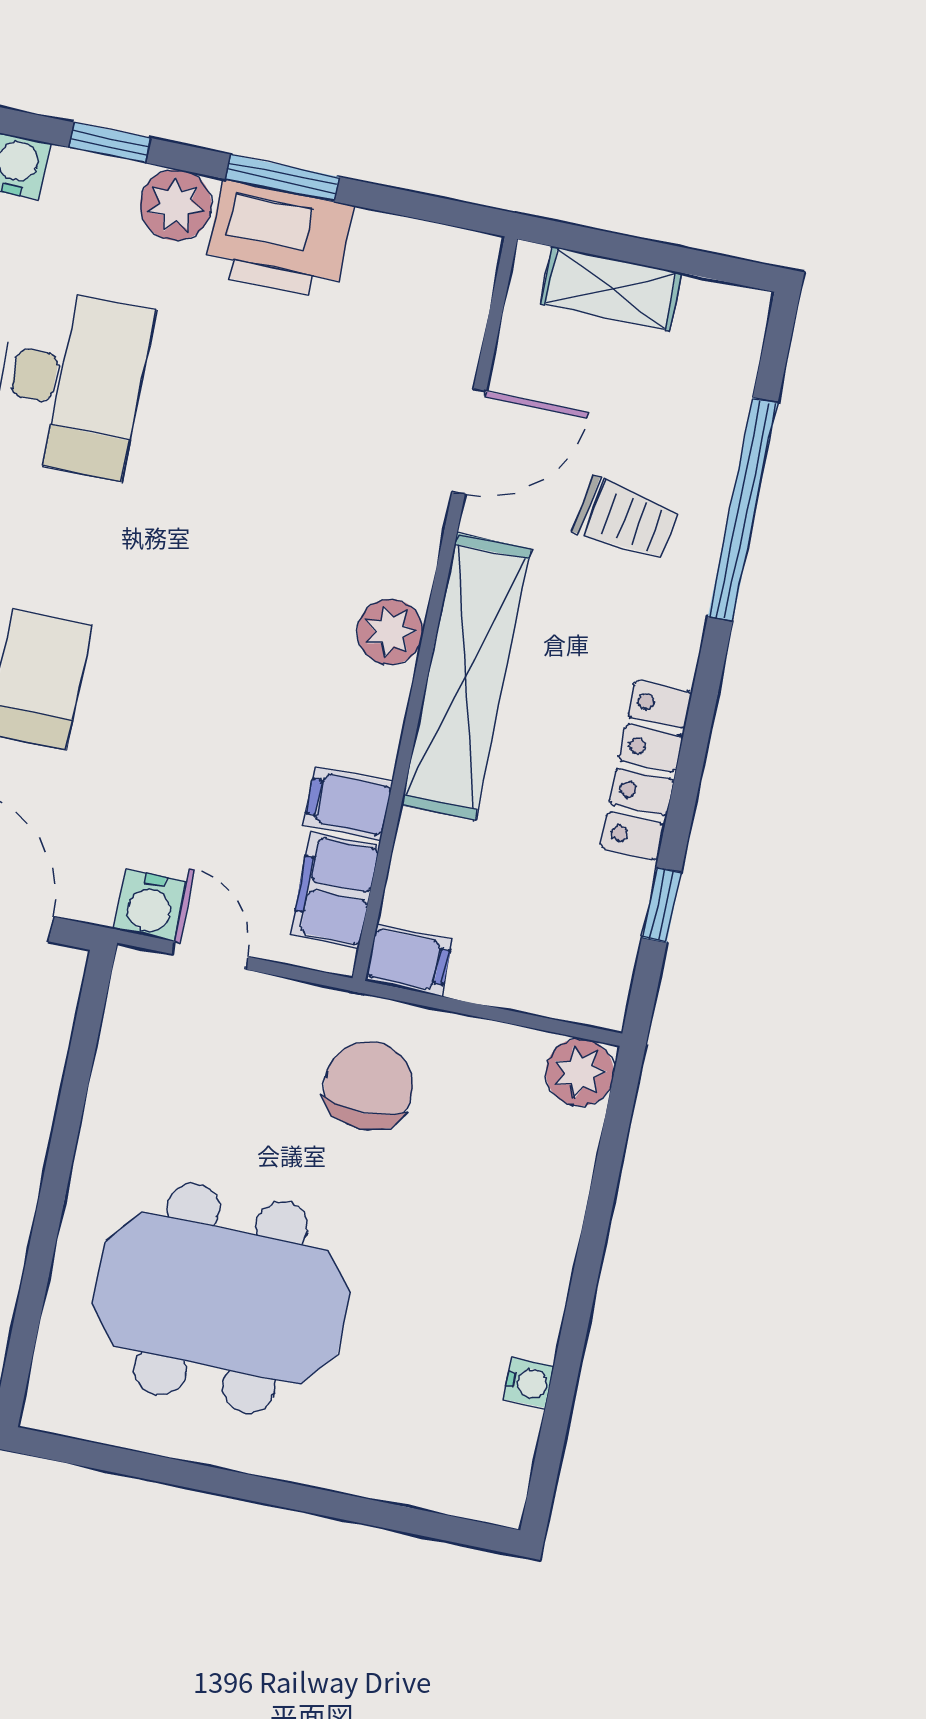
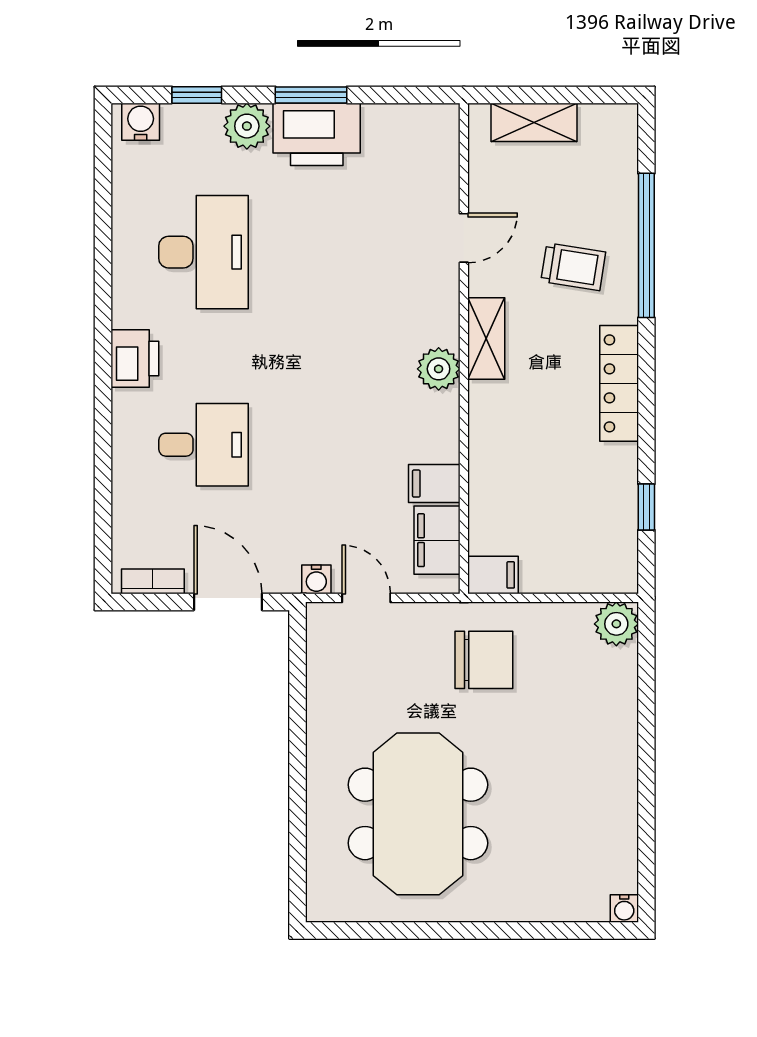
door: (469, 442) -> (464, 238), width x0.73
shelving: (466, 677) -> (486, 339), width x0.45, depth x0.75
locker: (646, 770) -> (619, 383), moved
water cooler: (150, 905) -> (316, 579), width x0.72, depth x0.72
chair: (368, 1086) -> (484, 660), turned 90
meeting table: (221, 1298) -> (418, 814), turned 90
water cooler: (529, 1383) -> (624, 908), moved, turned 90

